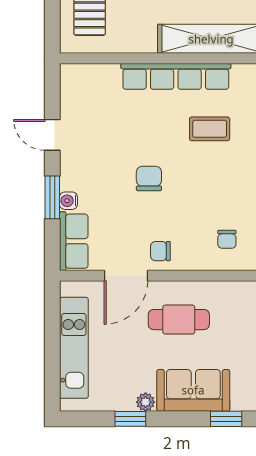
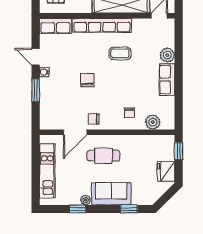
water cooler: (68, 201) -> (44, 72), moved
row of seats: (74, 241) -> (55, 26), moved, turned 90

